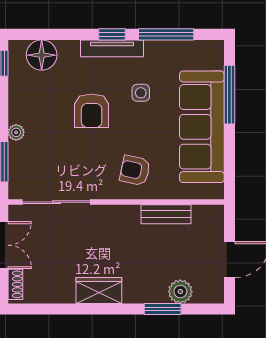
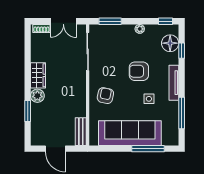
window: (112, 34) -> (182, 51), moved
plant: (16, 132) -> (140, 29), moved
bench: (166, 214) -> (81, 132), moved
plant: (180, 292) -> (37, 96), moved

